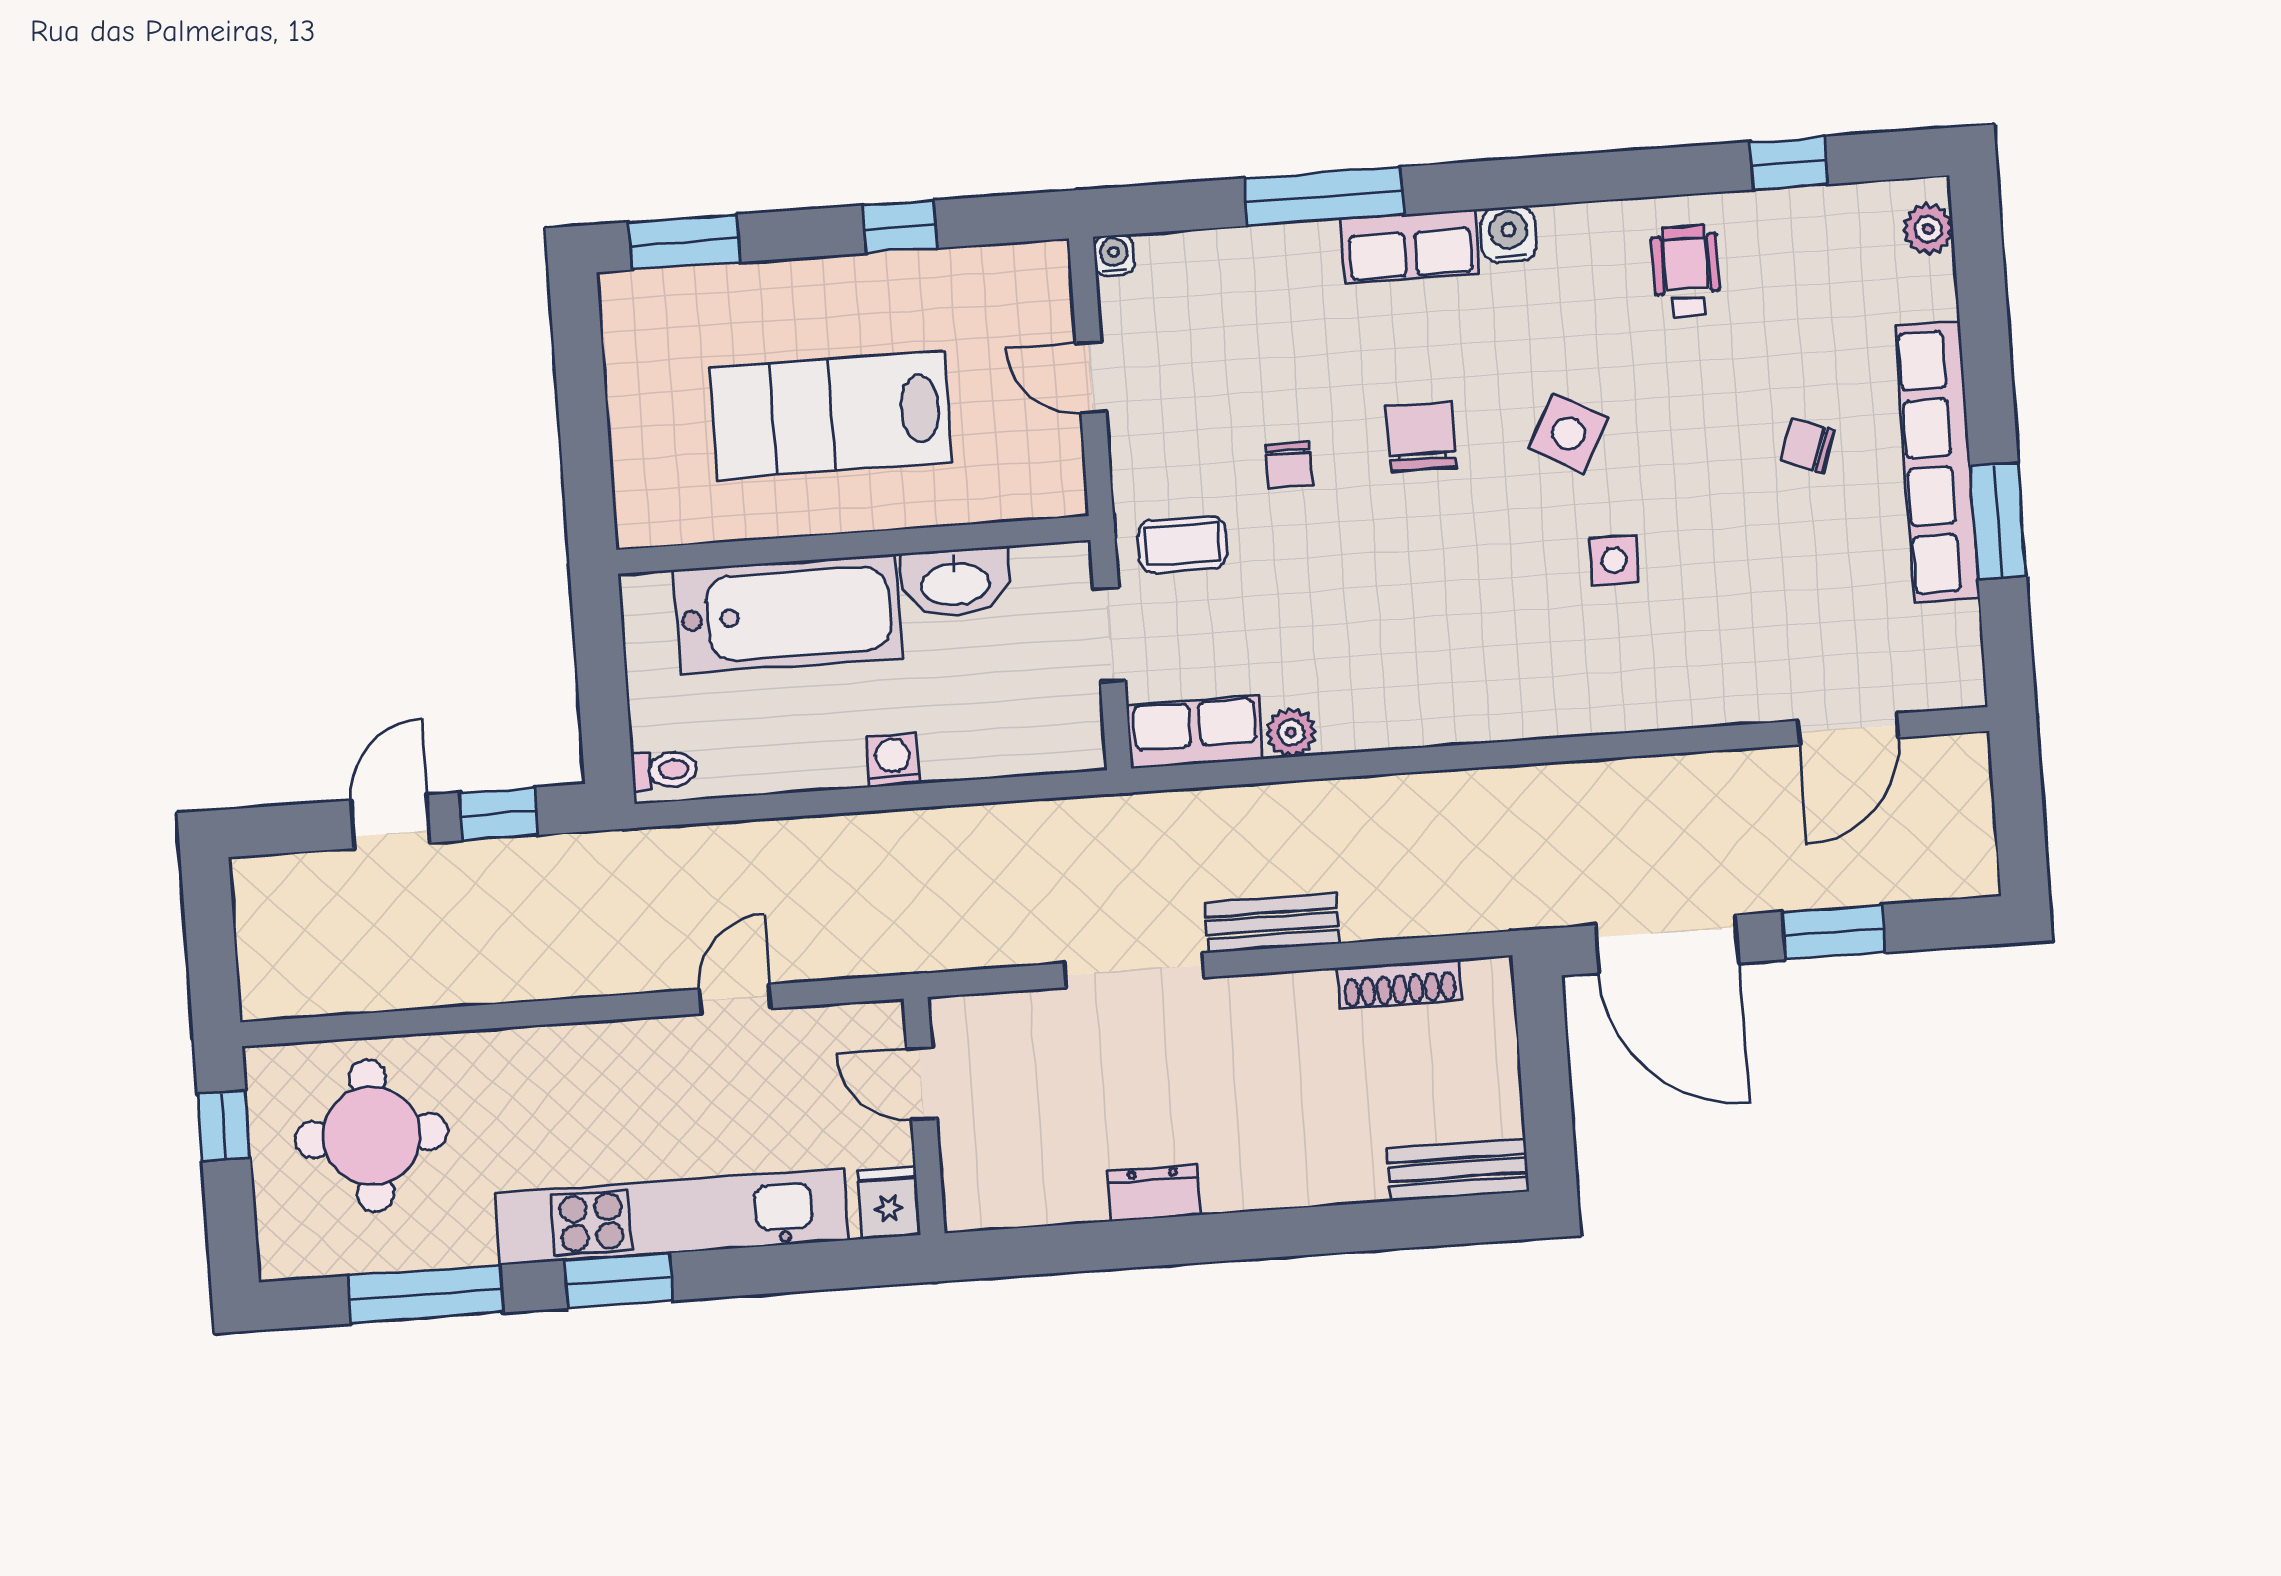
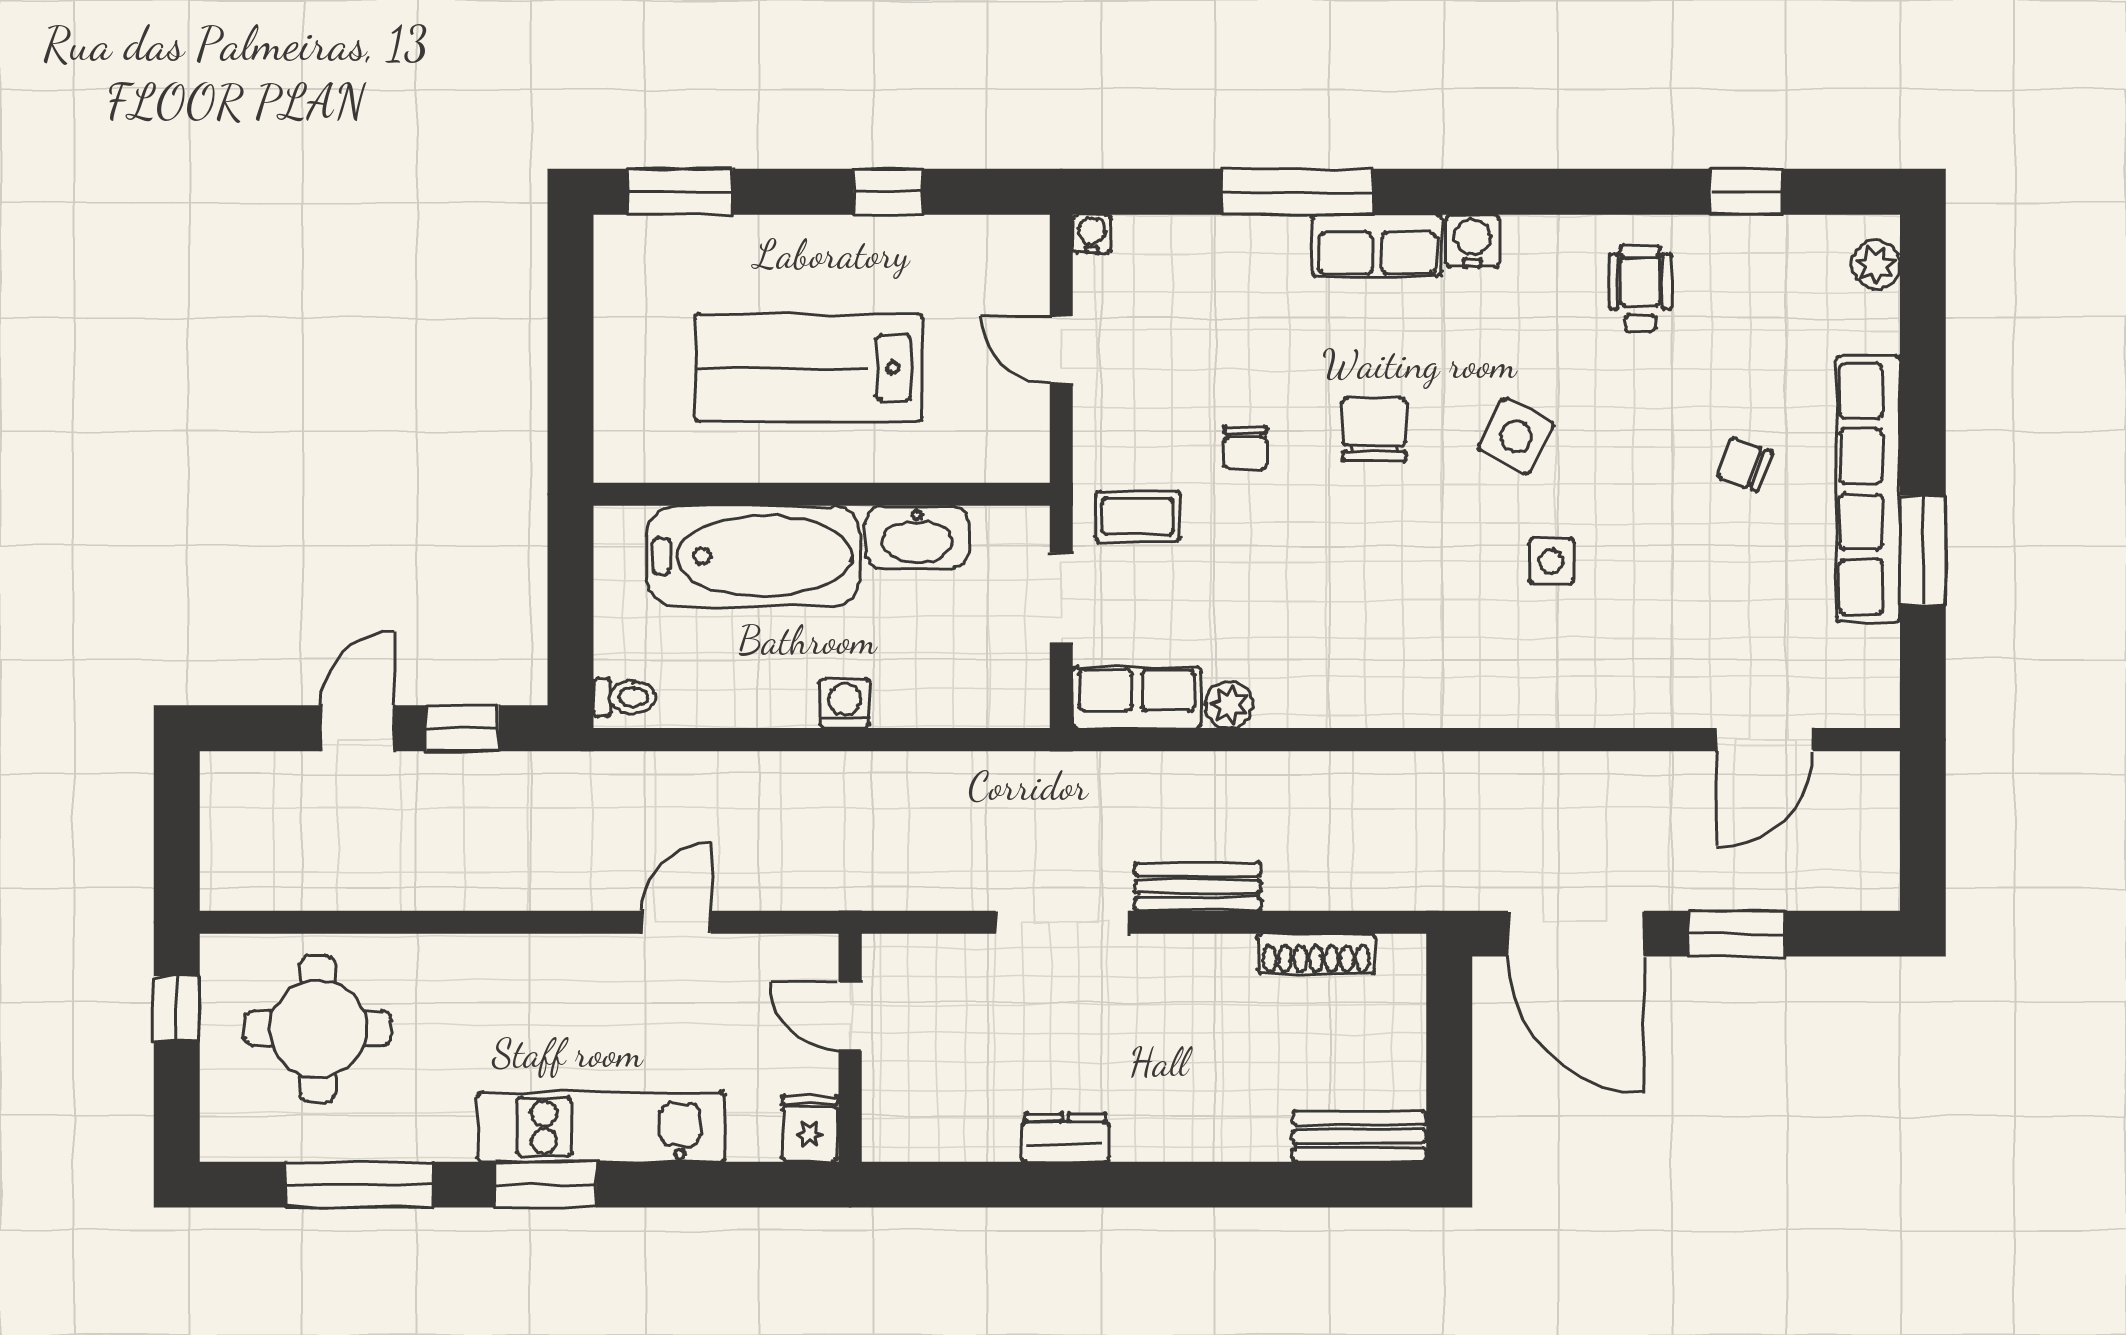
kitchen unit: (672, 1217) -> (601, 1127), width x0.73

